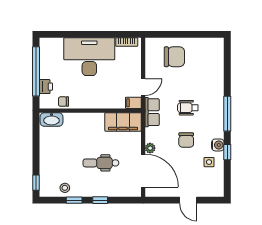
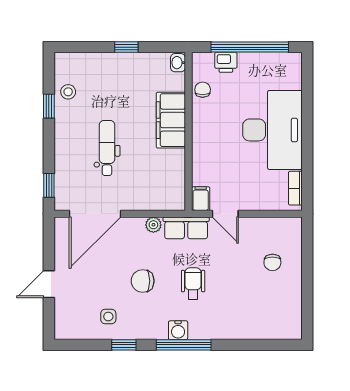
chair: (174, 57) -> (272, 262), width x0.54, depth x0.54
washbasin: (51, 119) -> (178, 63), width x0.52, depth x0.69
filing cabinet: (123, 122) -> (171, 120), moved
water cooler: (218, 145) -> (178, 330), moved
plant: (150, 148) -> (153, 225), moved
window: (36, 183) -> (126, 47), moved
window: (100, 200) -> (49, 185), moved

